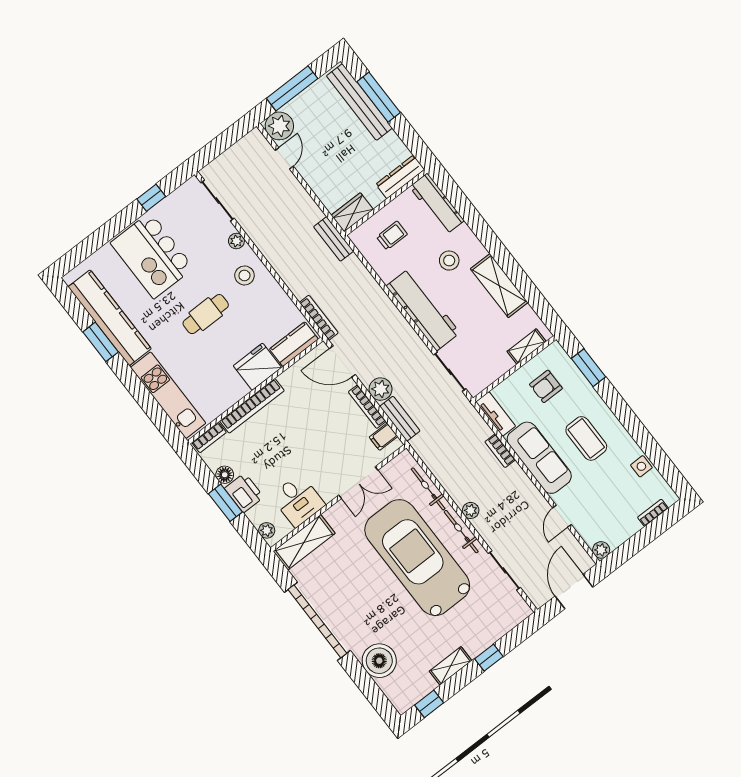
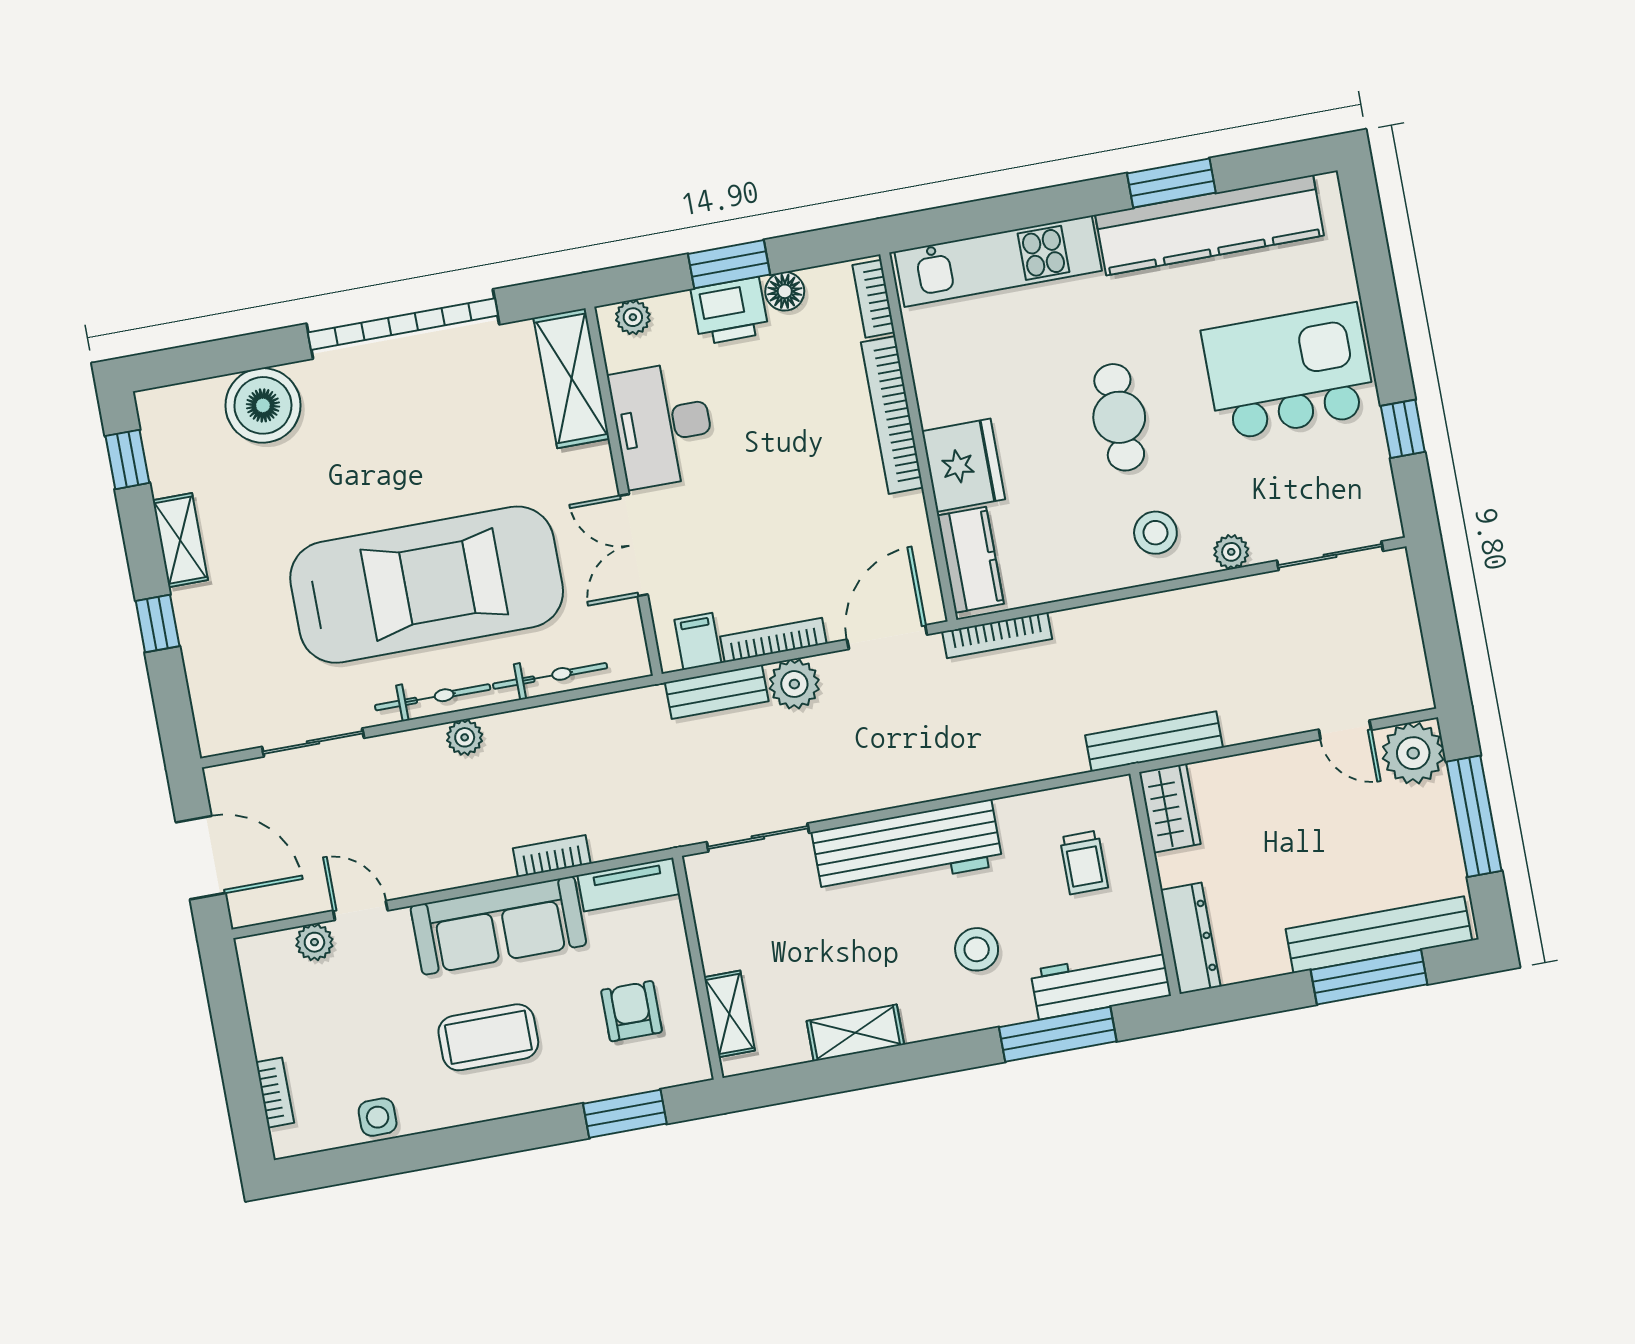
window: (466, 210) -> (1058, 1034), added
bench: (334, 239) -> (1154, 741), width x1.36
shelving: (499, 286) -> (855, 1033), width x0.67, depth x0.75
desk: (298, 500) -> (663, 425), width x1.37
plant: (601, 550) -> (314, 942), moved

